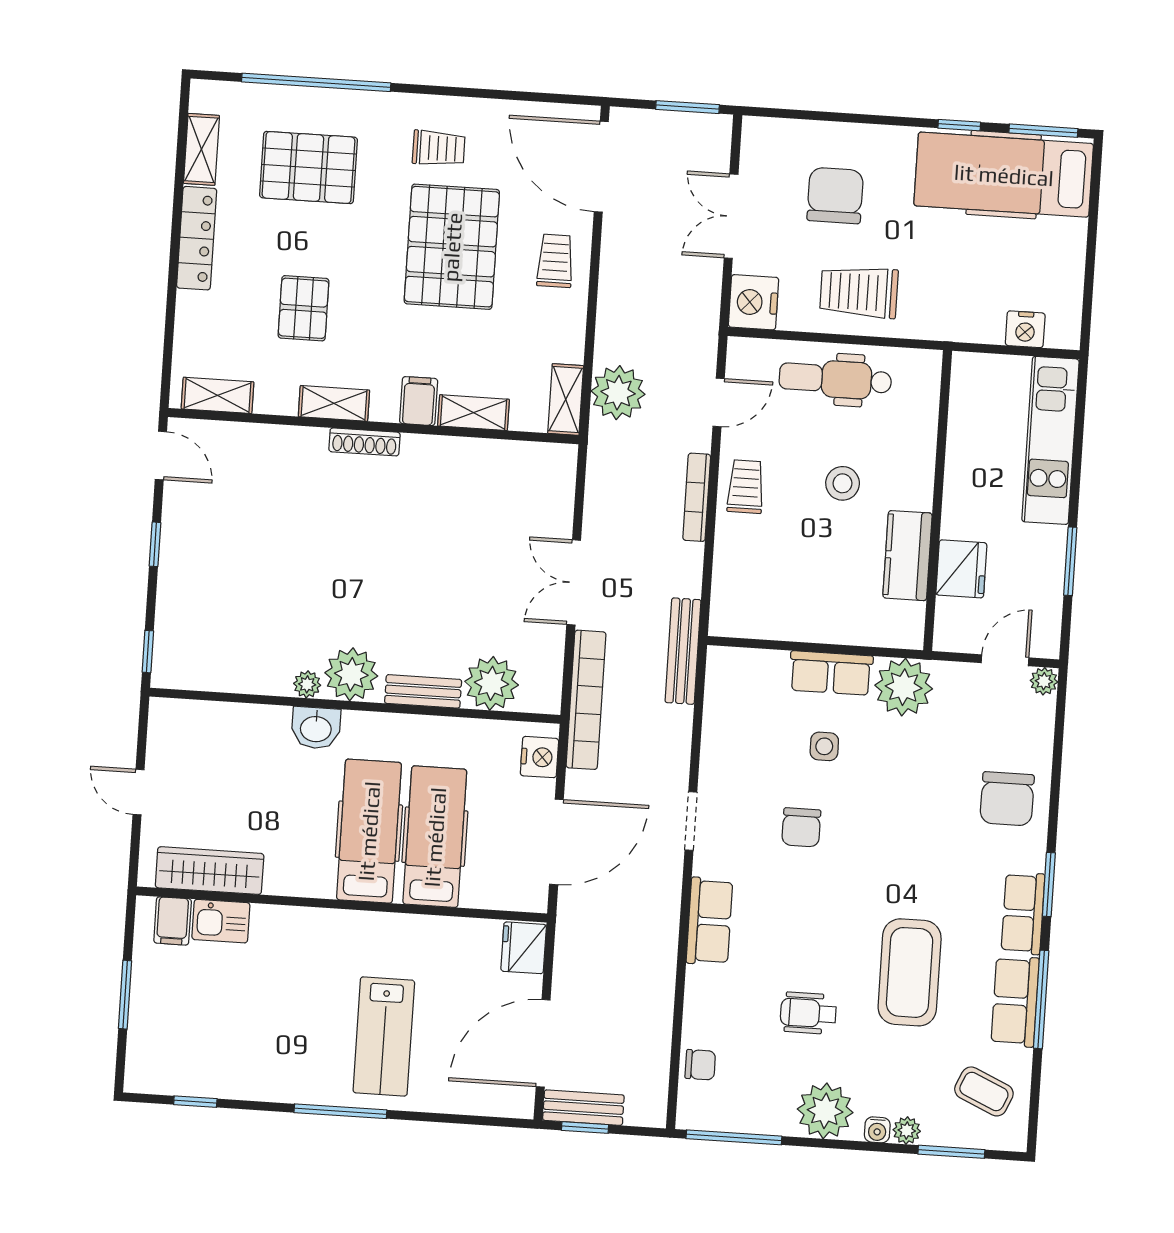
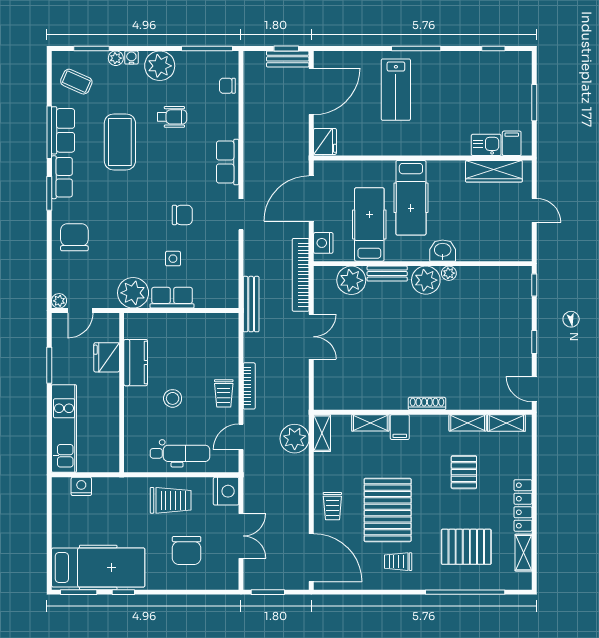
shelving: (334, 403) -> (468, 423), moved
chair: (801, 827) -> (182, 215), turned 90
hospital bed: (435, 837) -> (369, 224), moved, turned 180
lab bench: (384, 1036) -> (396, 90), turned 180

